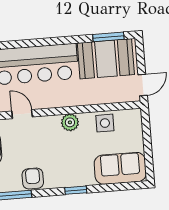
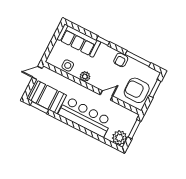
door: (22, 114) -> (106, 95), swing flipped
sofa: (120, 168) -> (79, 41), width x1.36

